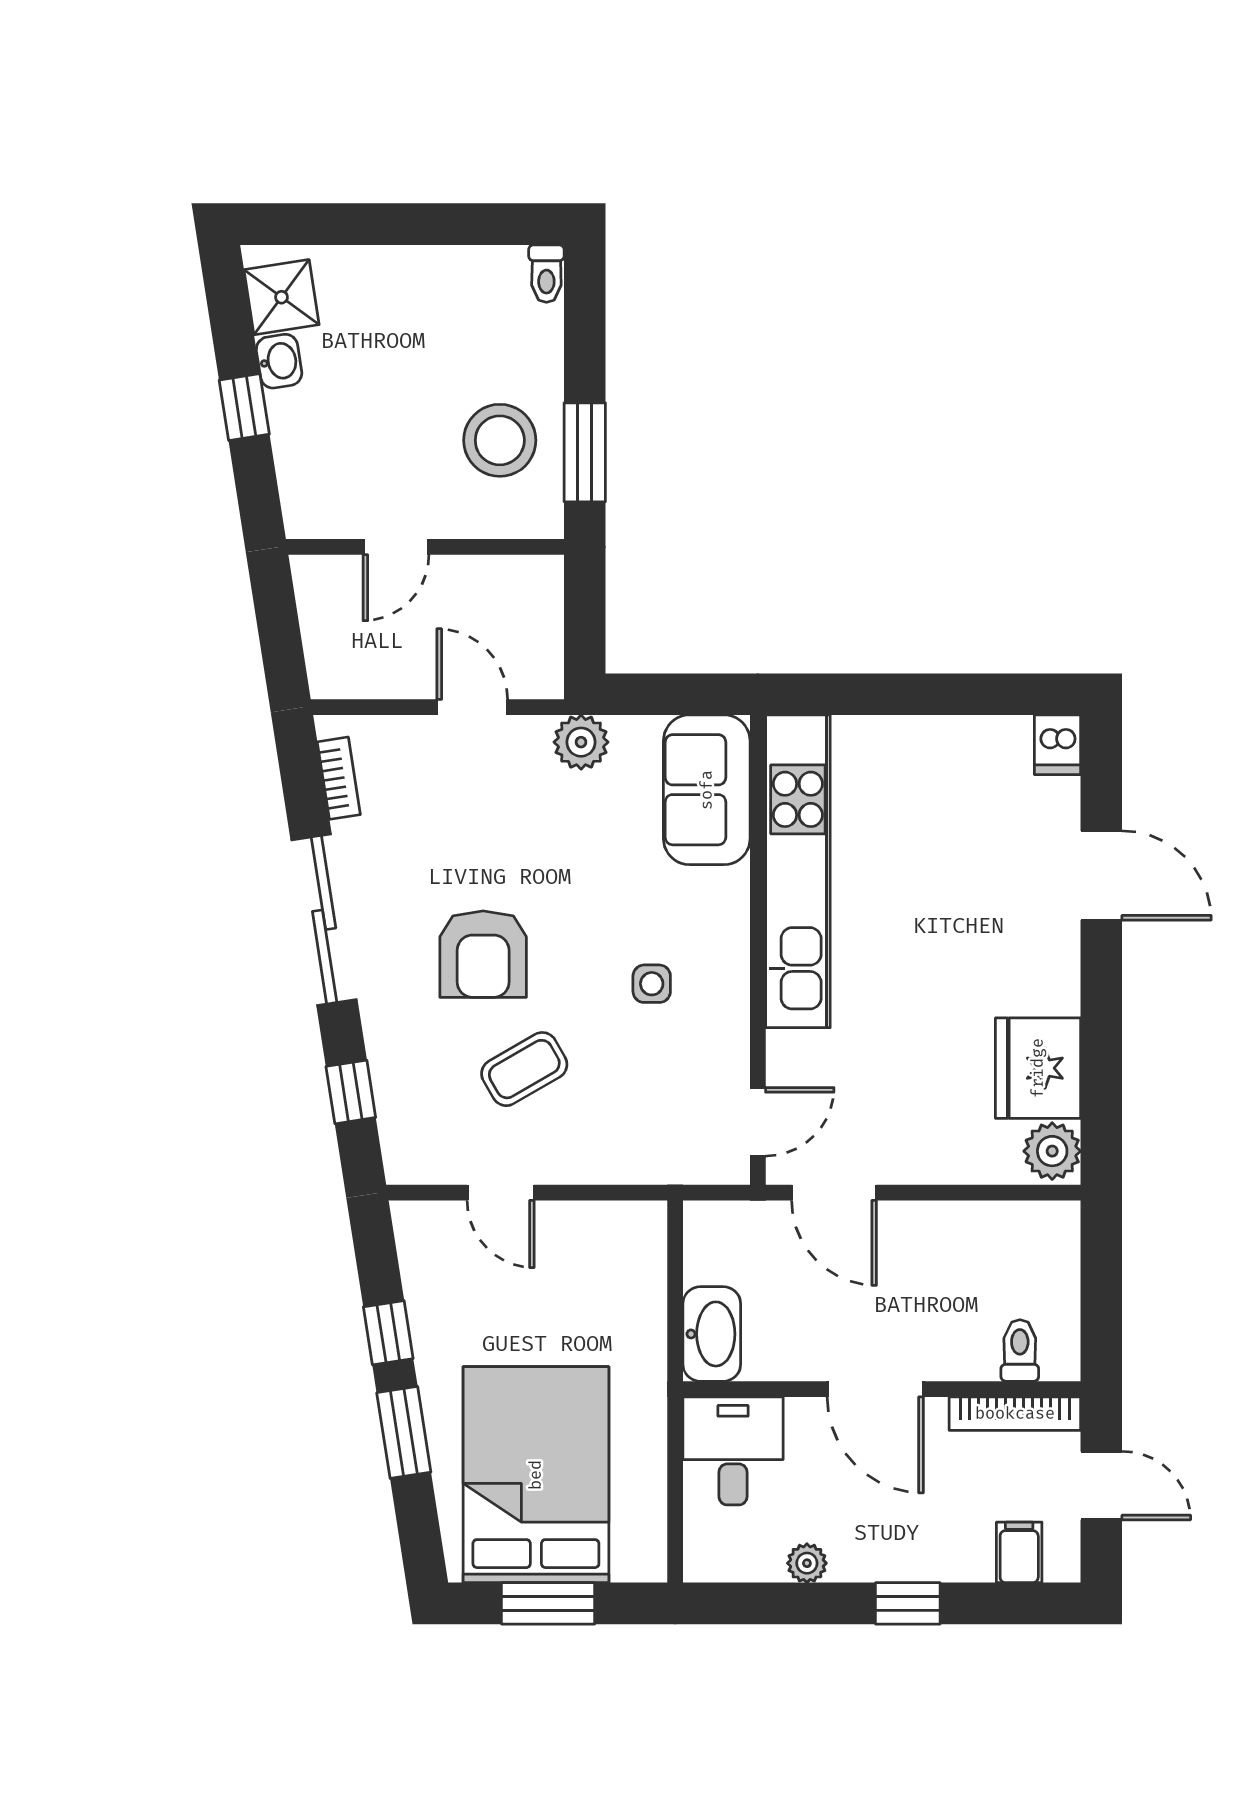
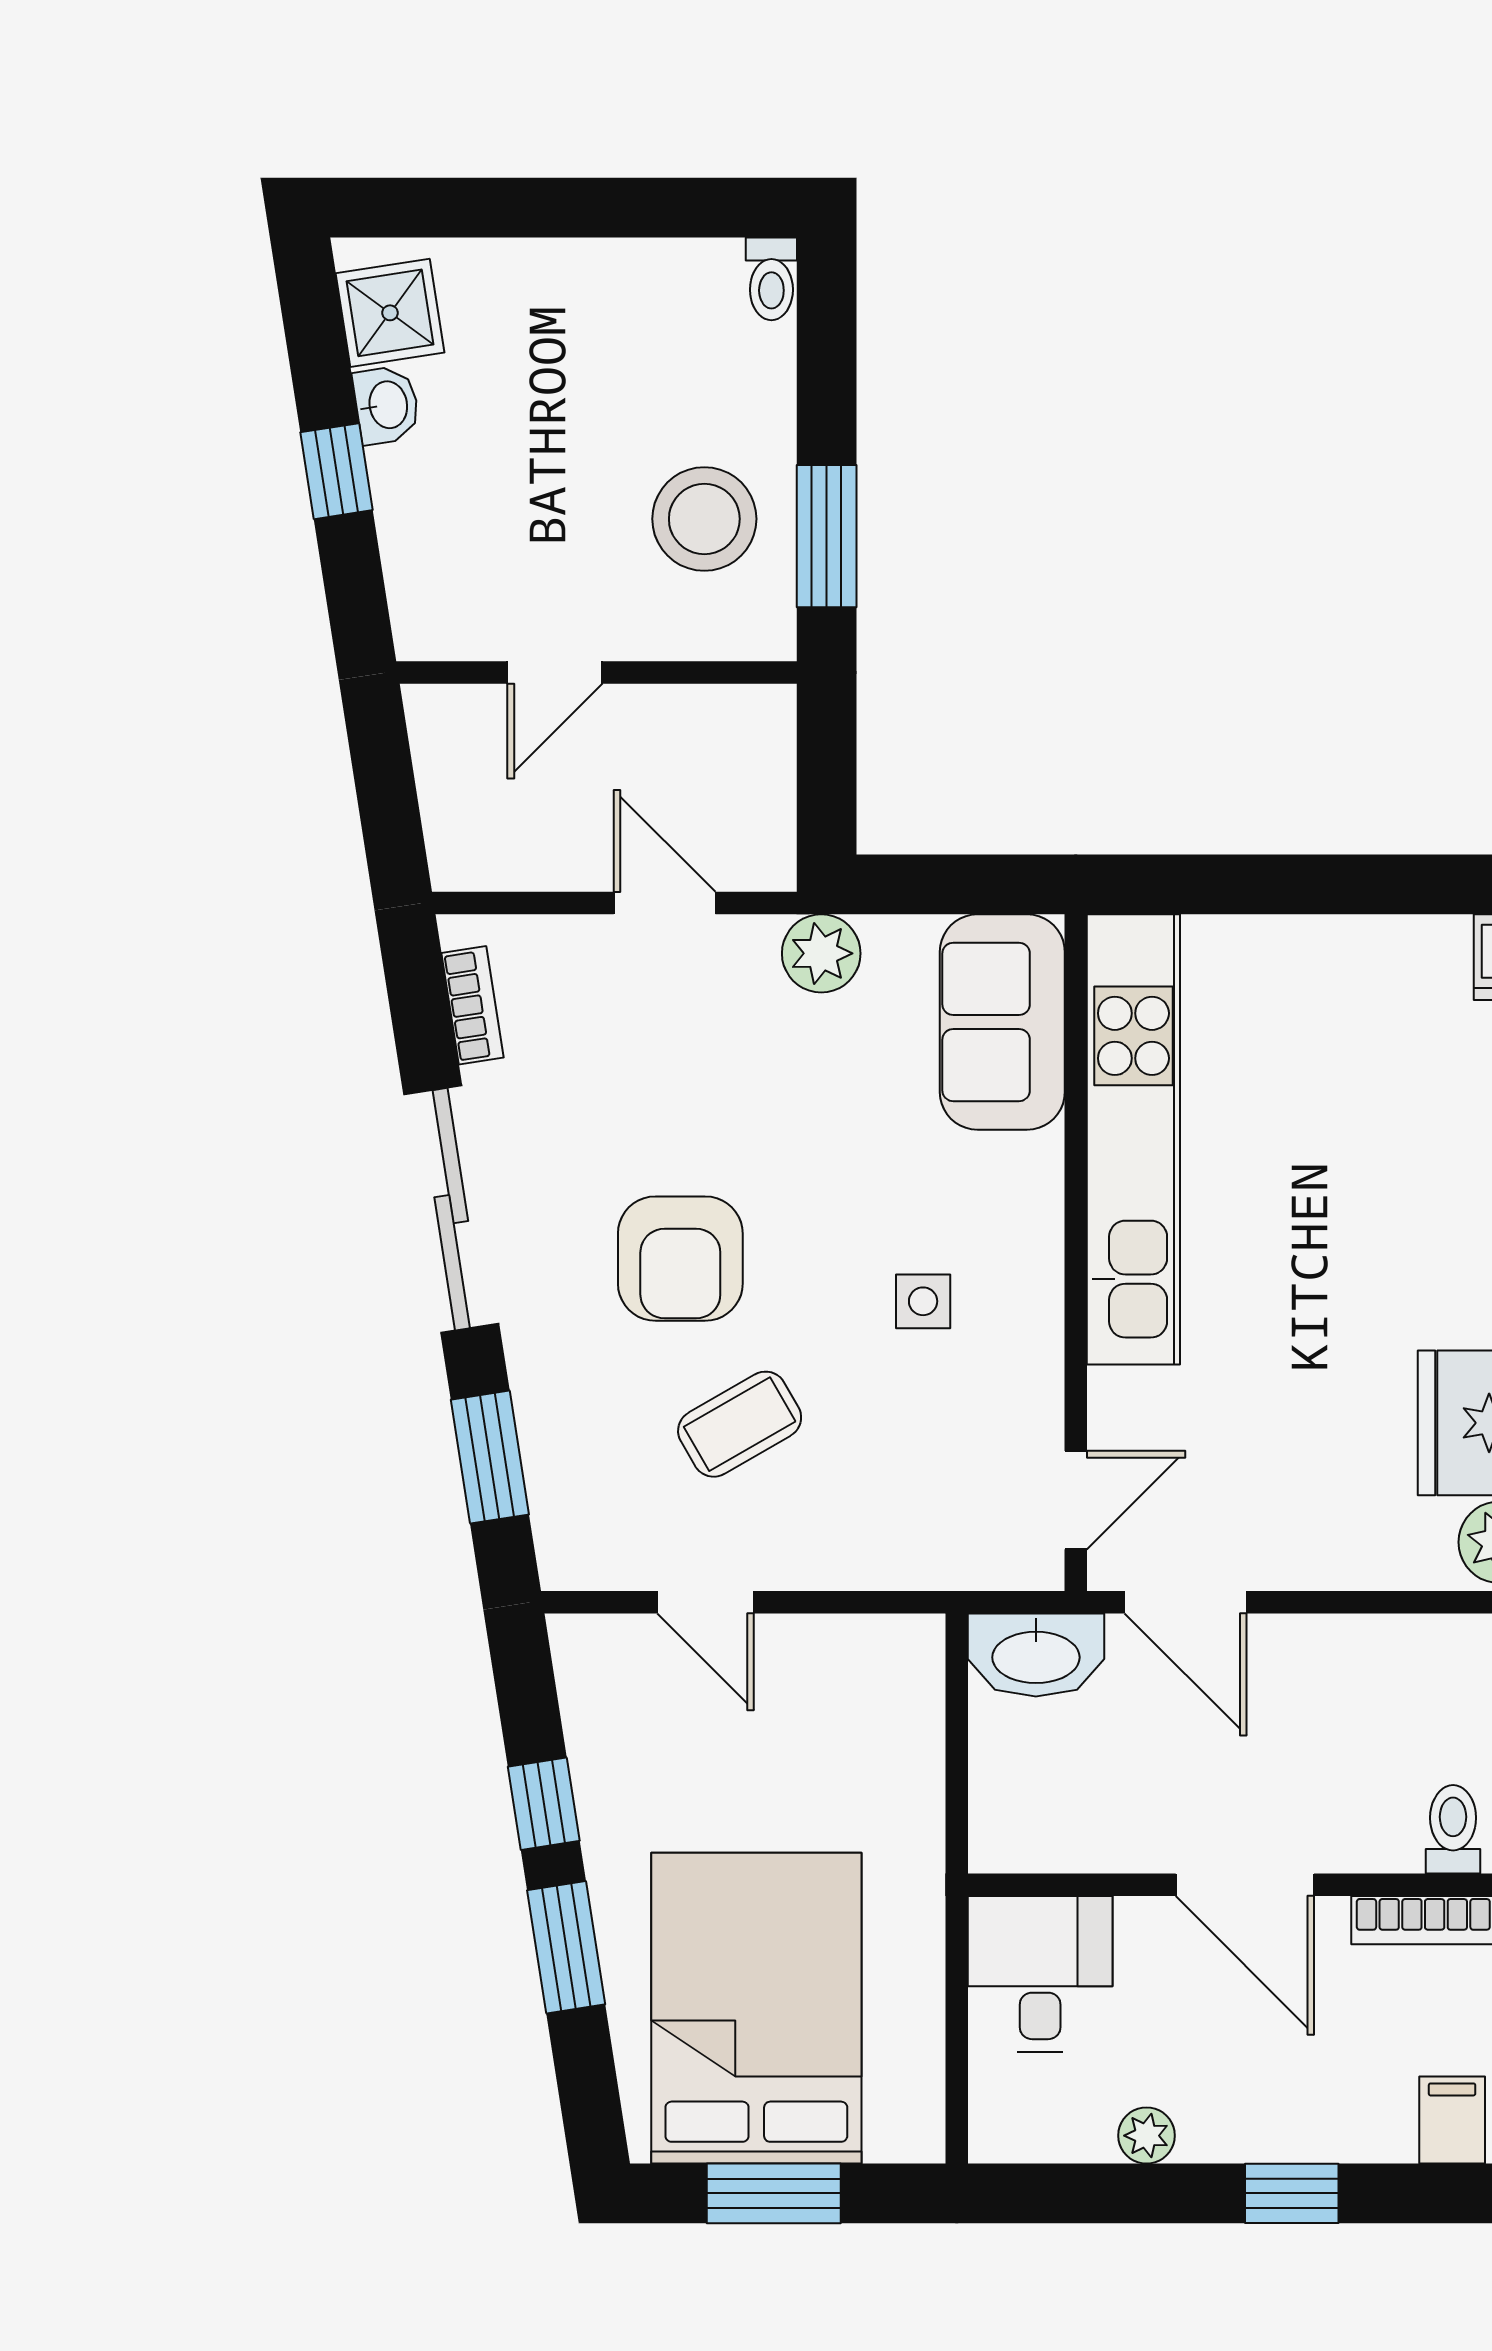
window: (351, 1092) -> (490, 1457), width x1.50
washbasin: (712, 1334) -> (1036, 1655), moved, turned 90

